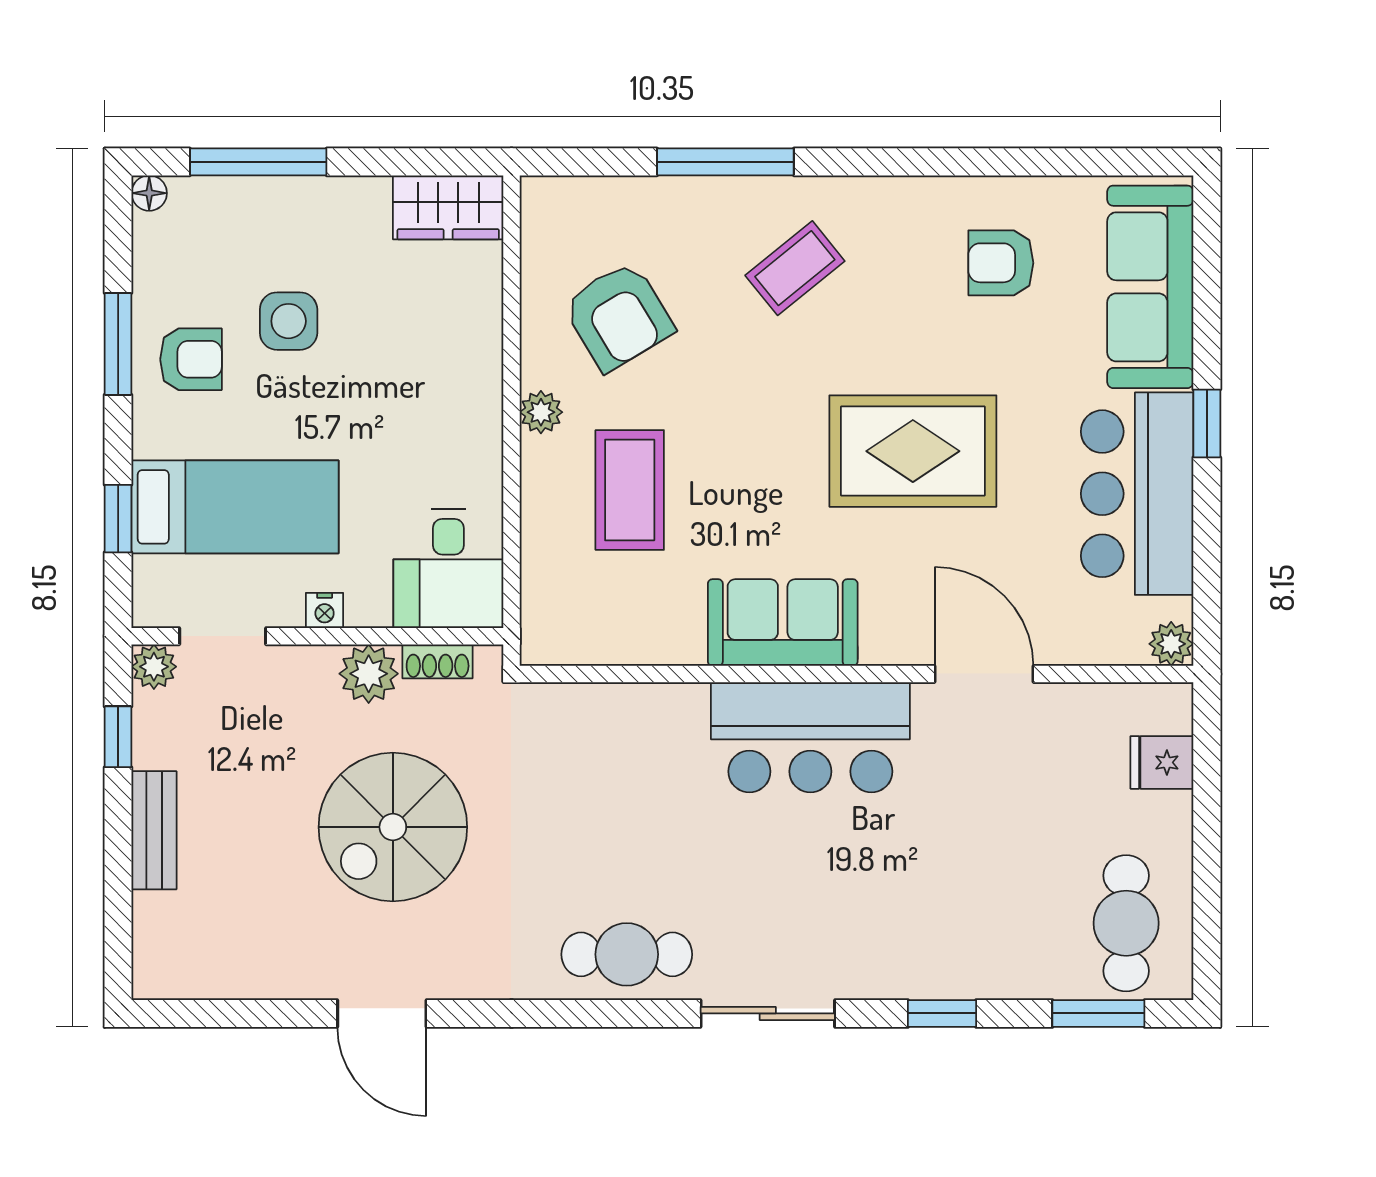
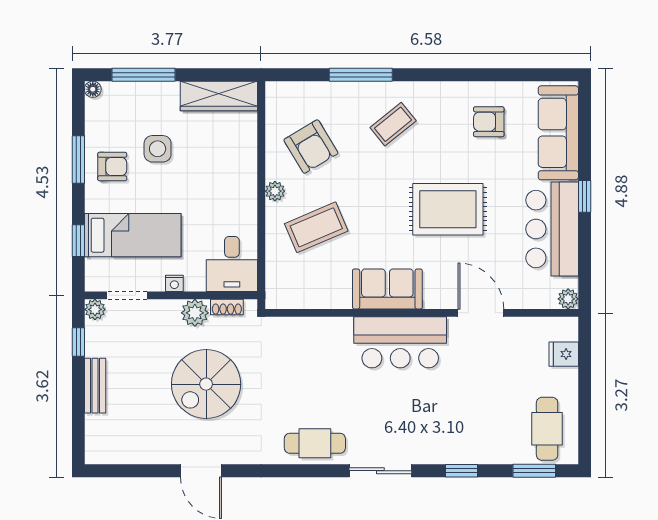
wardrobe: (448, 207) -> (219, 96), width x1.50
coffee table: (630, 490) -> (316, 227), turned 67

